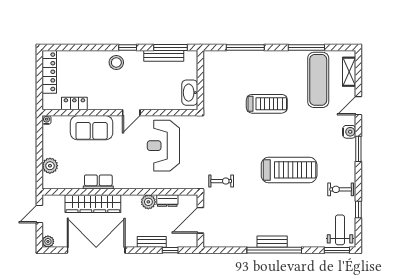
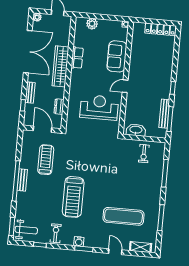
stool: (116, 62) -> (163, 79), removed
exercise mat: (318, 80) -> (123, 216), moved
locker: (74, 104) -> (136, 46), removed
treadmill: (267, 104) -> (46, 160), moved, turned 180
door: (131, 113) -> (125, 86), hinge flipped
water cooler: (349, 132) -> (79, 242), moved
exercise bike: (221, 181) -> (144, 154), moved
plant: (148, 202) -> (59, 93), removed
wardrobe: (93, 204) -> (60, 66), moved

